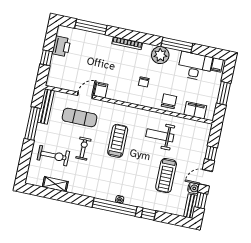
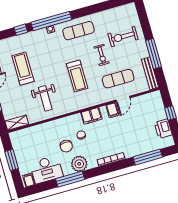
chair: (169, 101) -> (66, 146), moved
filing cabinet: (195, 110) -> (91, 116), moved
weight bench: (160, 135) -> (45, 98), turned 90
shelving: (55, 184) -> (17, 123), moved
exercise mat: (93, 184) -> (78, 31), added

